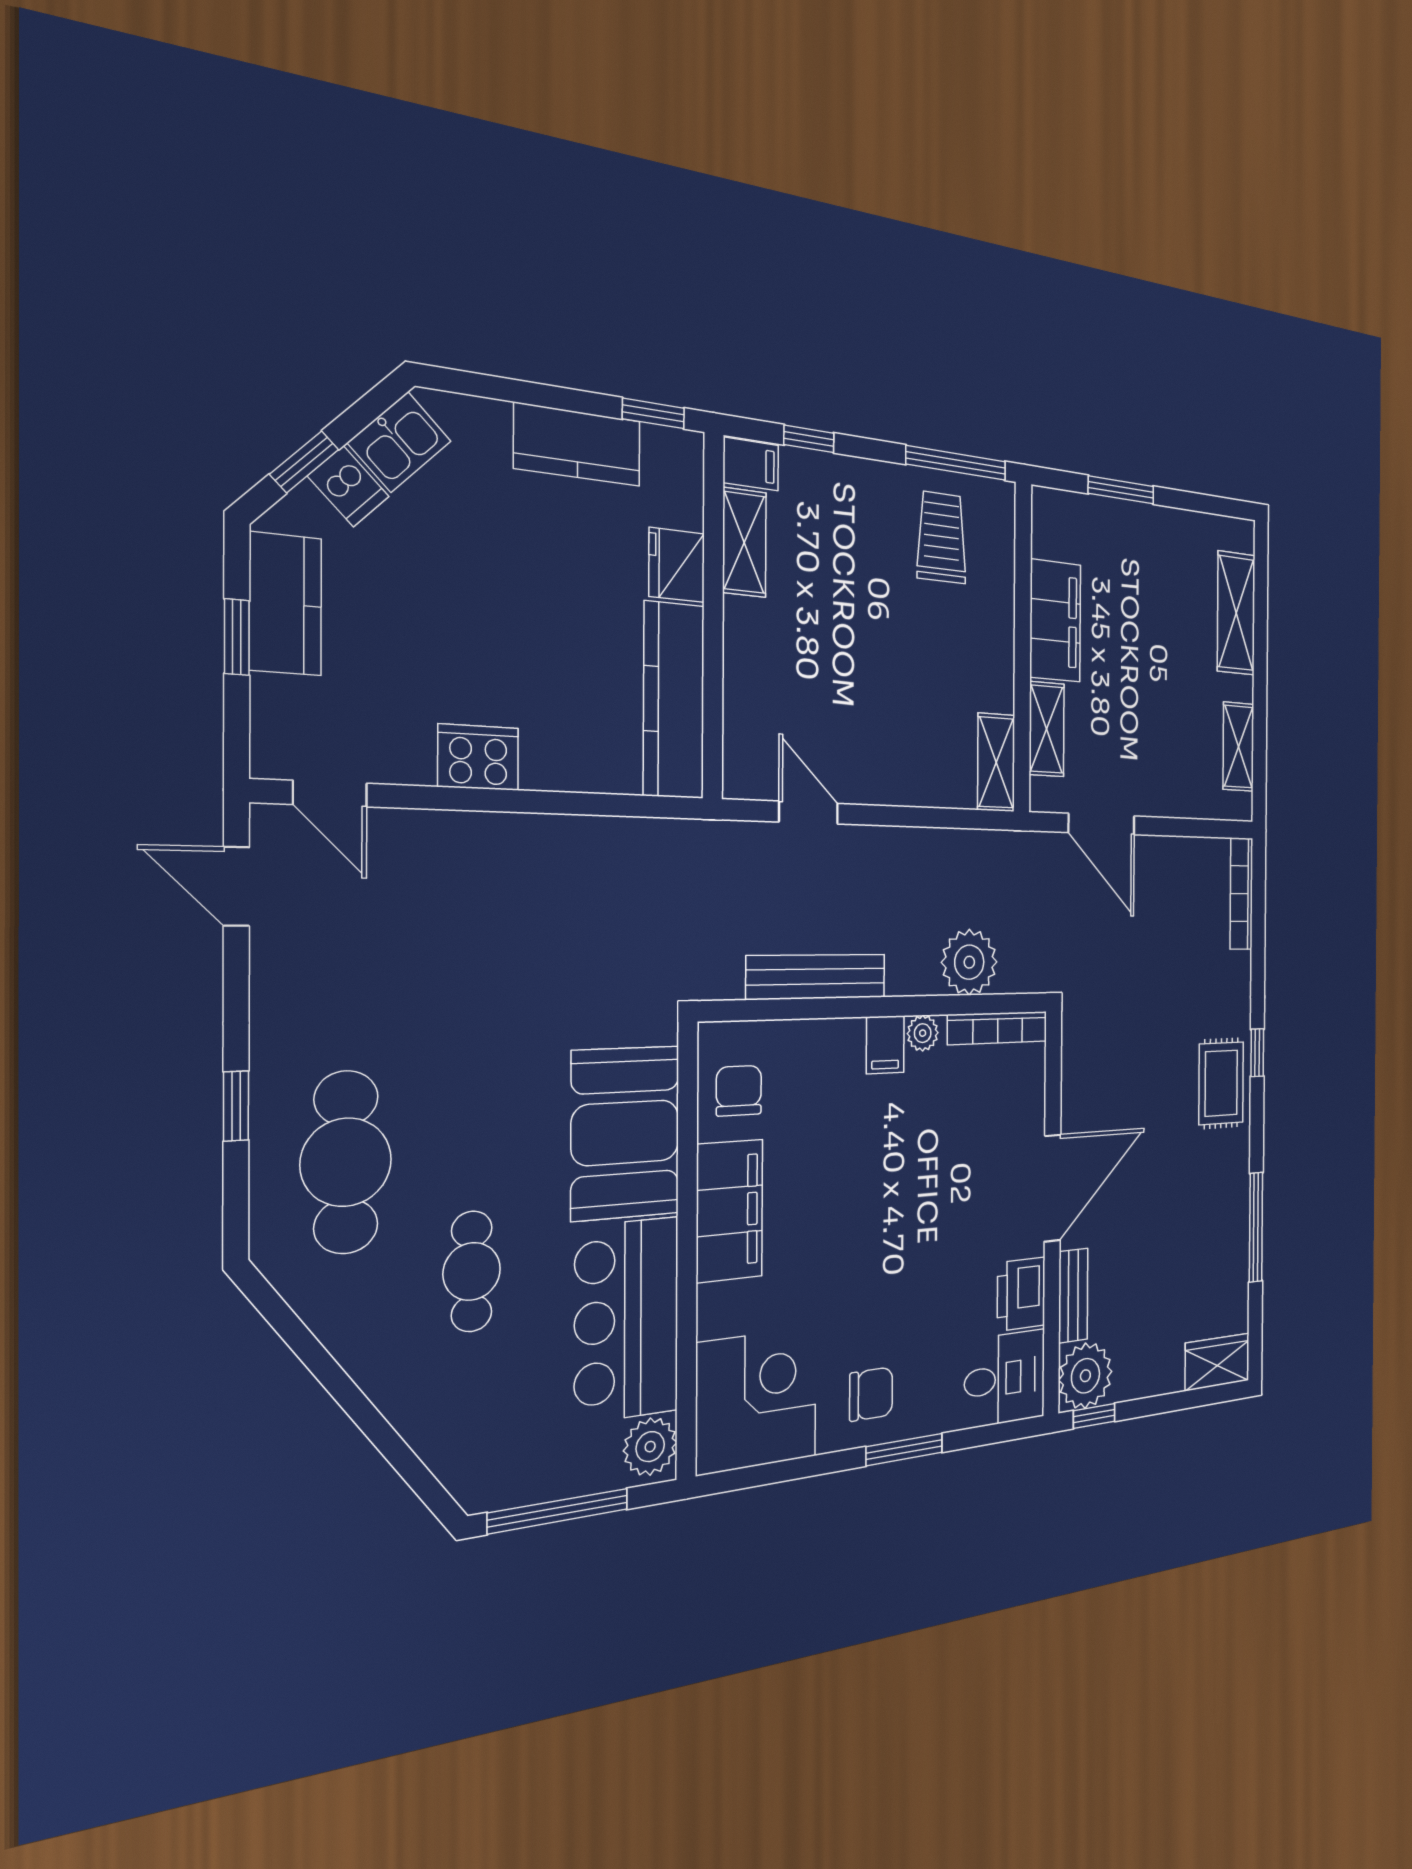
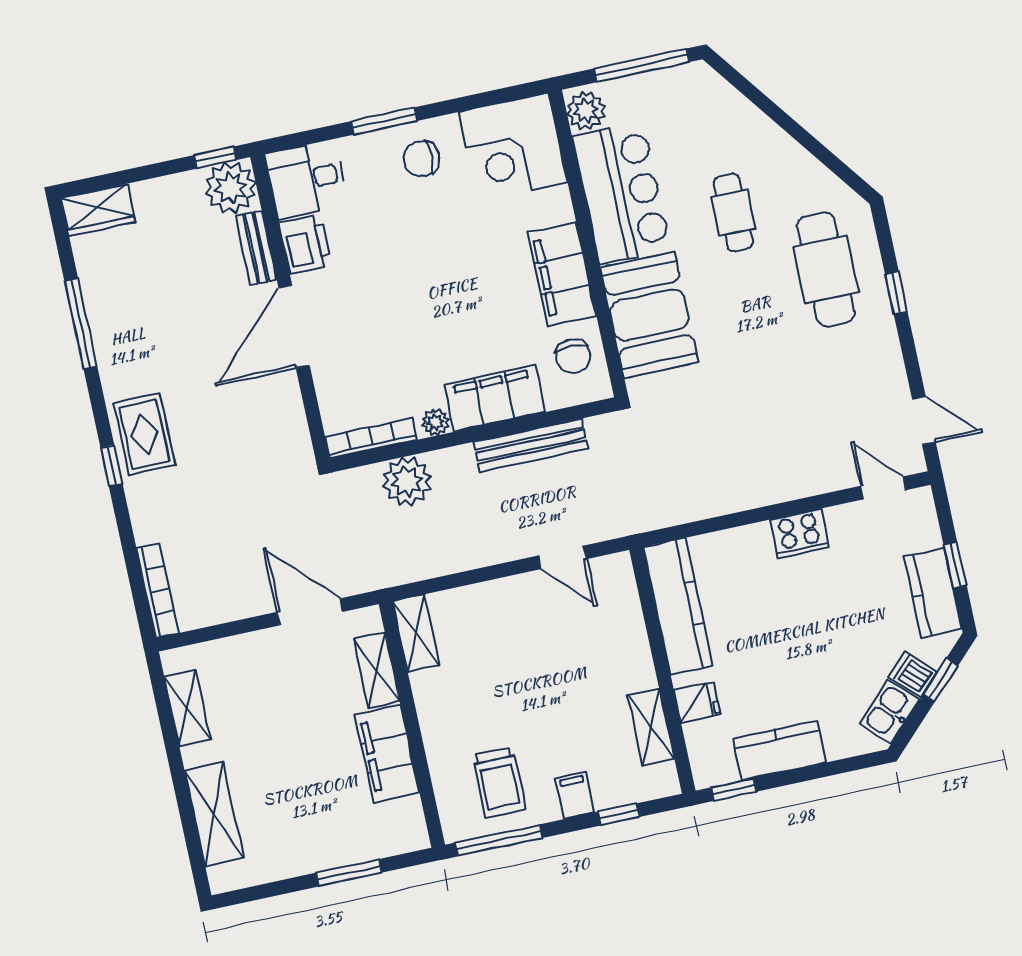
filing cabinet: (751, 464) -> (575, 795), moved, turned 90
fridge: (677, 565) -> (697, 702), width x0.72
filing cabinet: (885, 1045) -> (495, 398), width x3.00, depth x1.17

